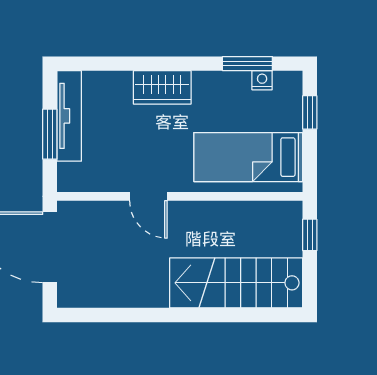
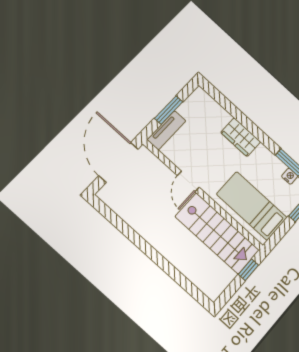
tv unit: (69, 116) -> (166, 130), moved, width x0.71
stairs: (236, 283) -> (217, 233), moved, turned 180

